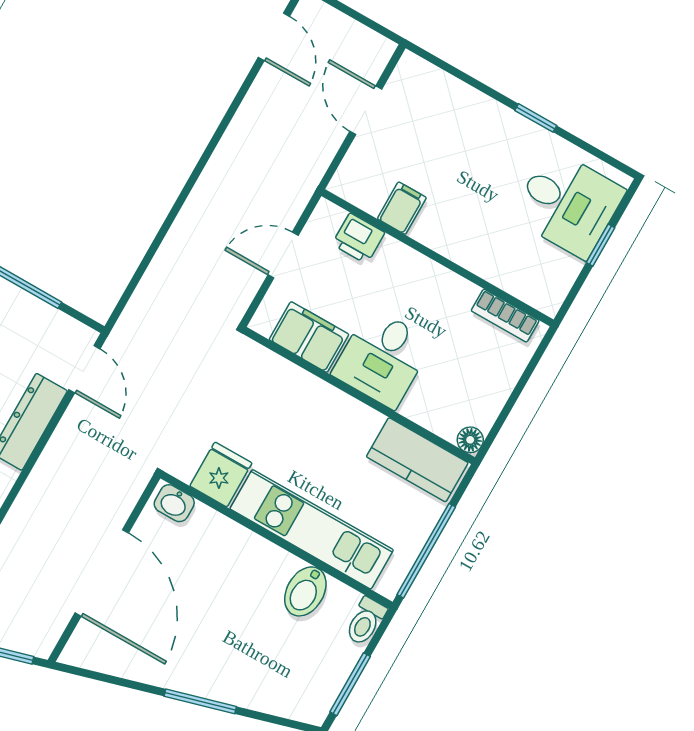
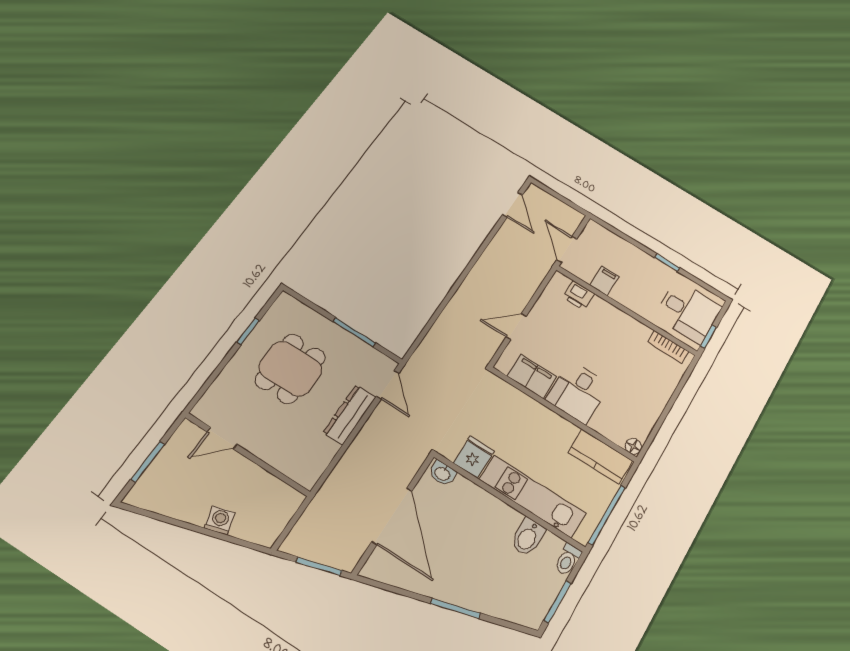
filing cabinet: (402, 208) -> (605, 281), moved
printer: (358, 238) -> (579, 295), moved
wall: (437, 258) -> (626, 310), moved
bookcase: (505, 316) -> (668, 347), moved

